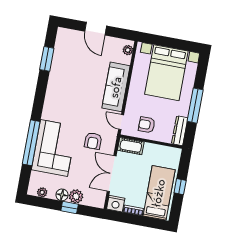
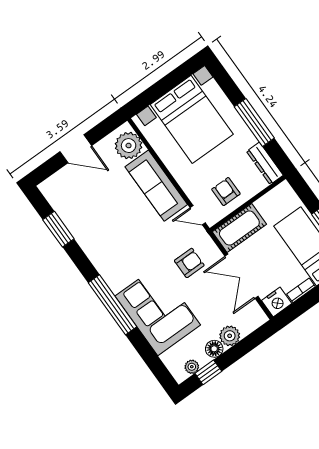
plant: (128, 50) -> (129, 146), width x1.87, depth x1.87
armchair: (147, 125) -> (226, 192), turned 90
armchair: (93, 141) -> (189, 263), turned -90
window: (31, 143) -> (112, 305), moved
cot: (131, 146) -> (239, 228), width x1.37, depth x1.34
window: (70, 207) -> (208, 372), moved

